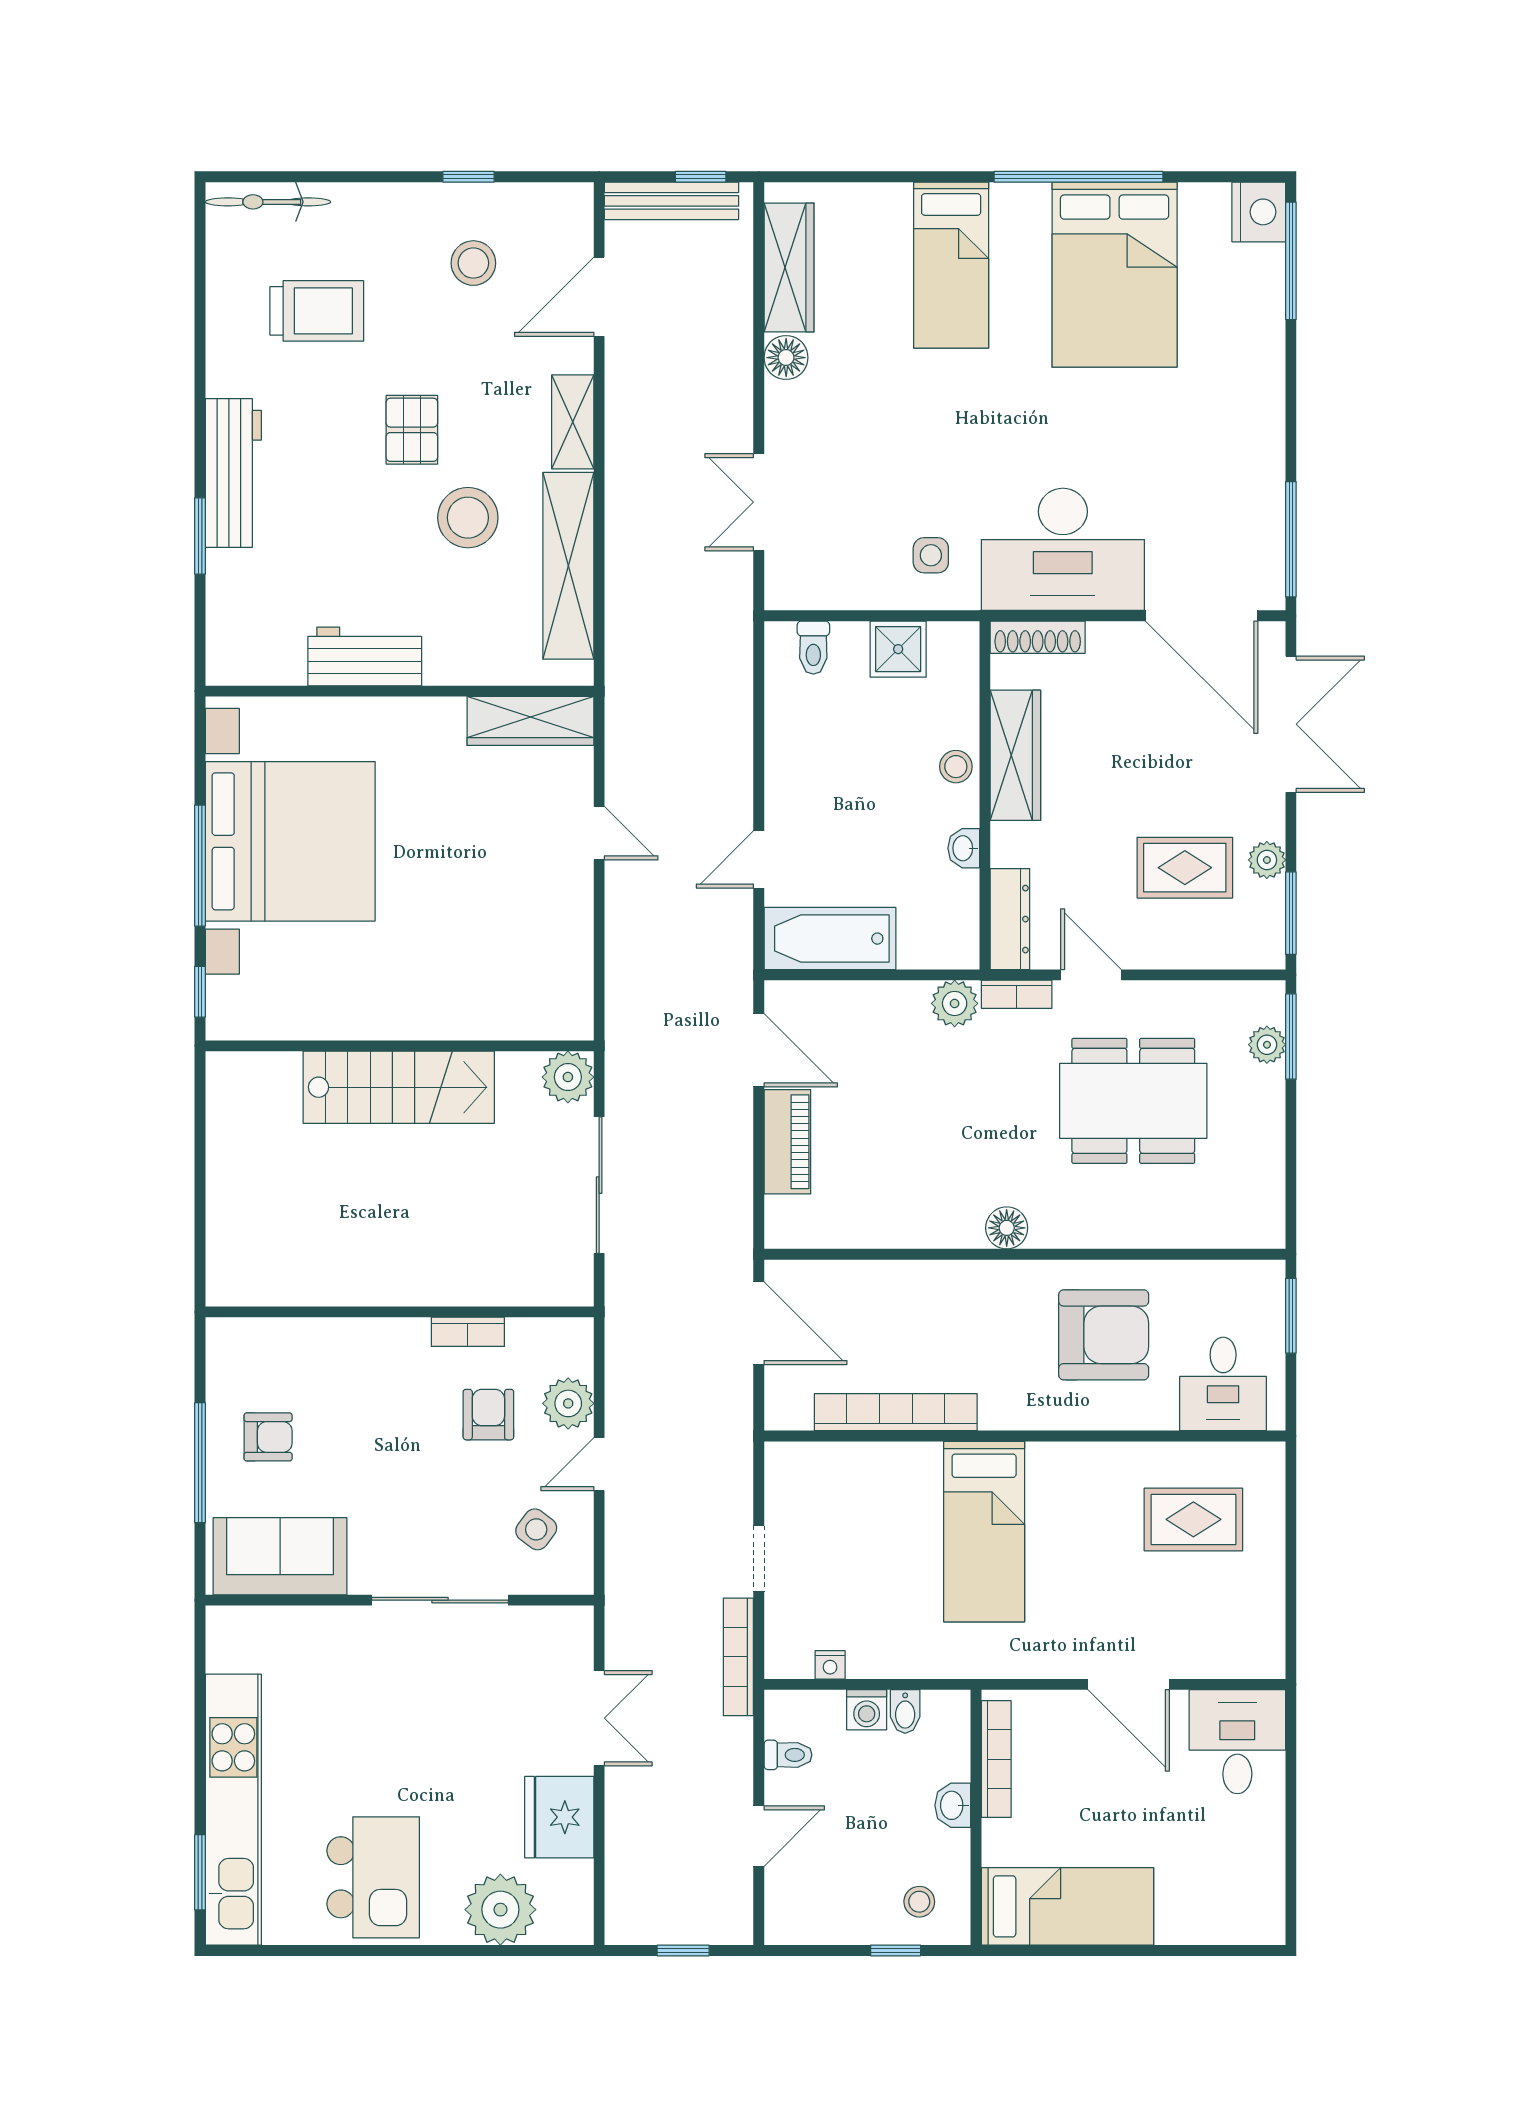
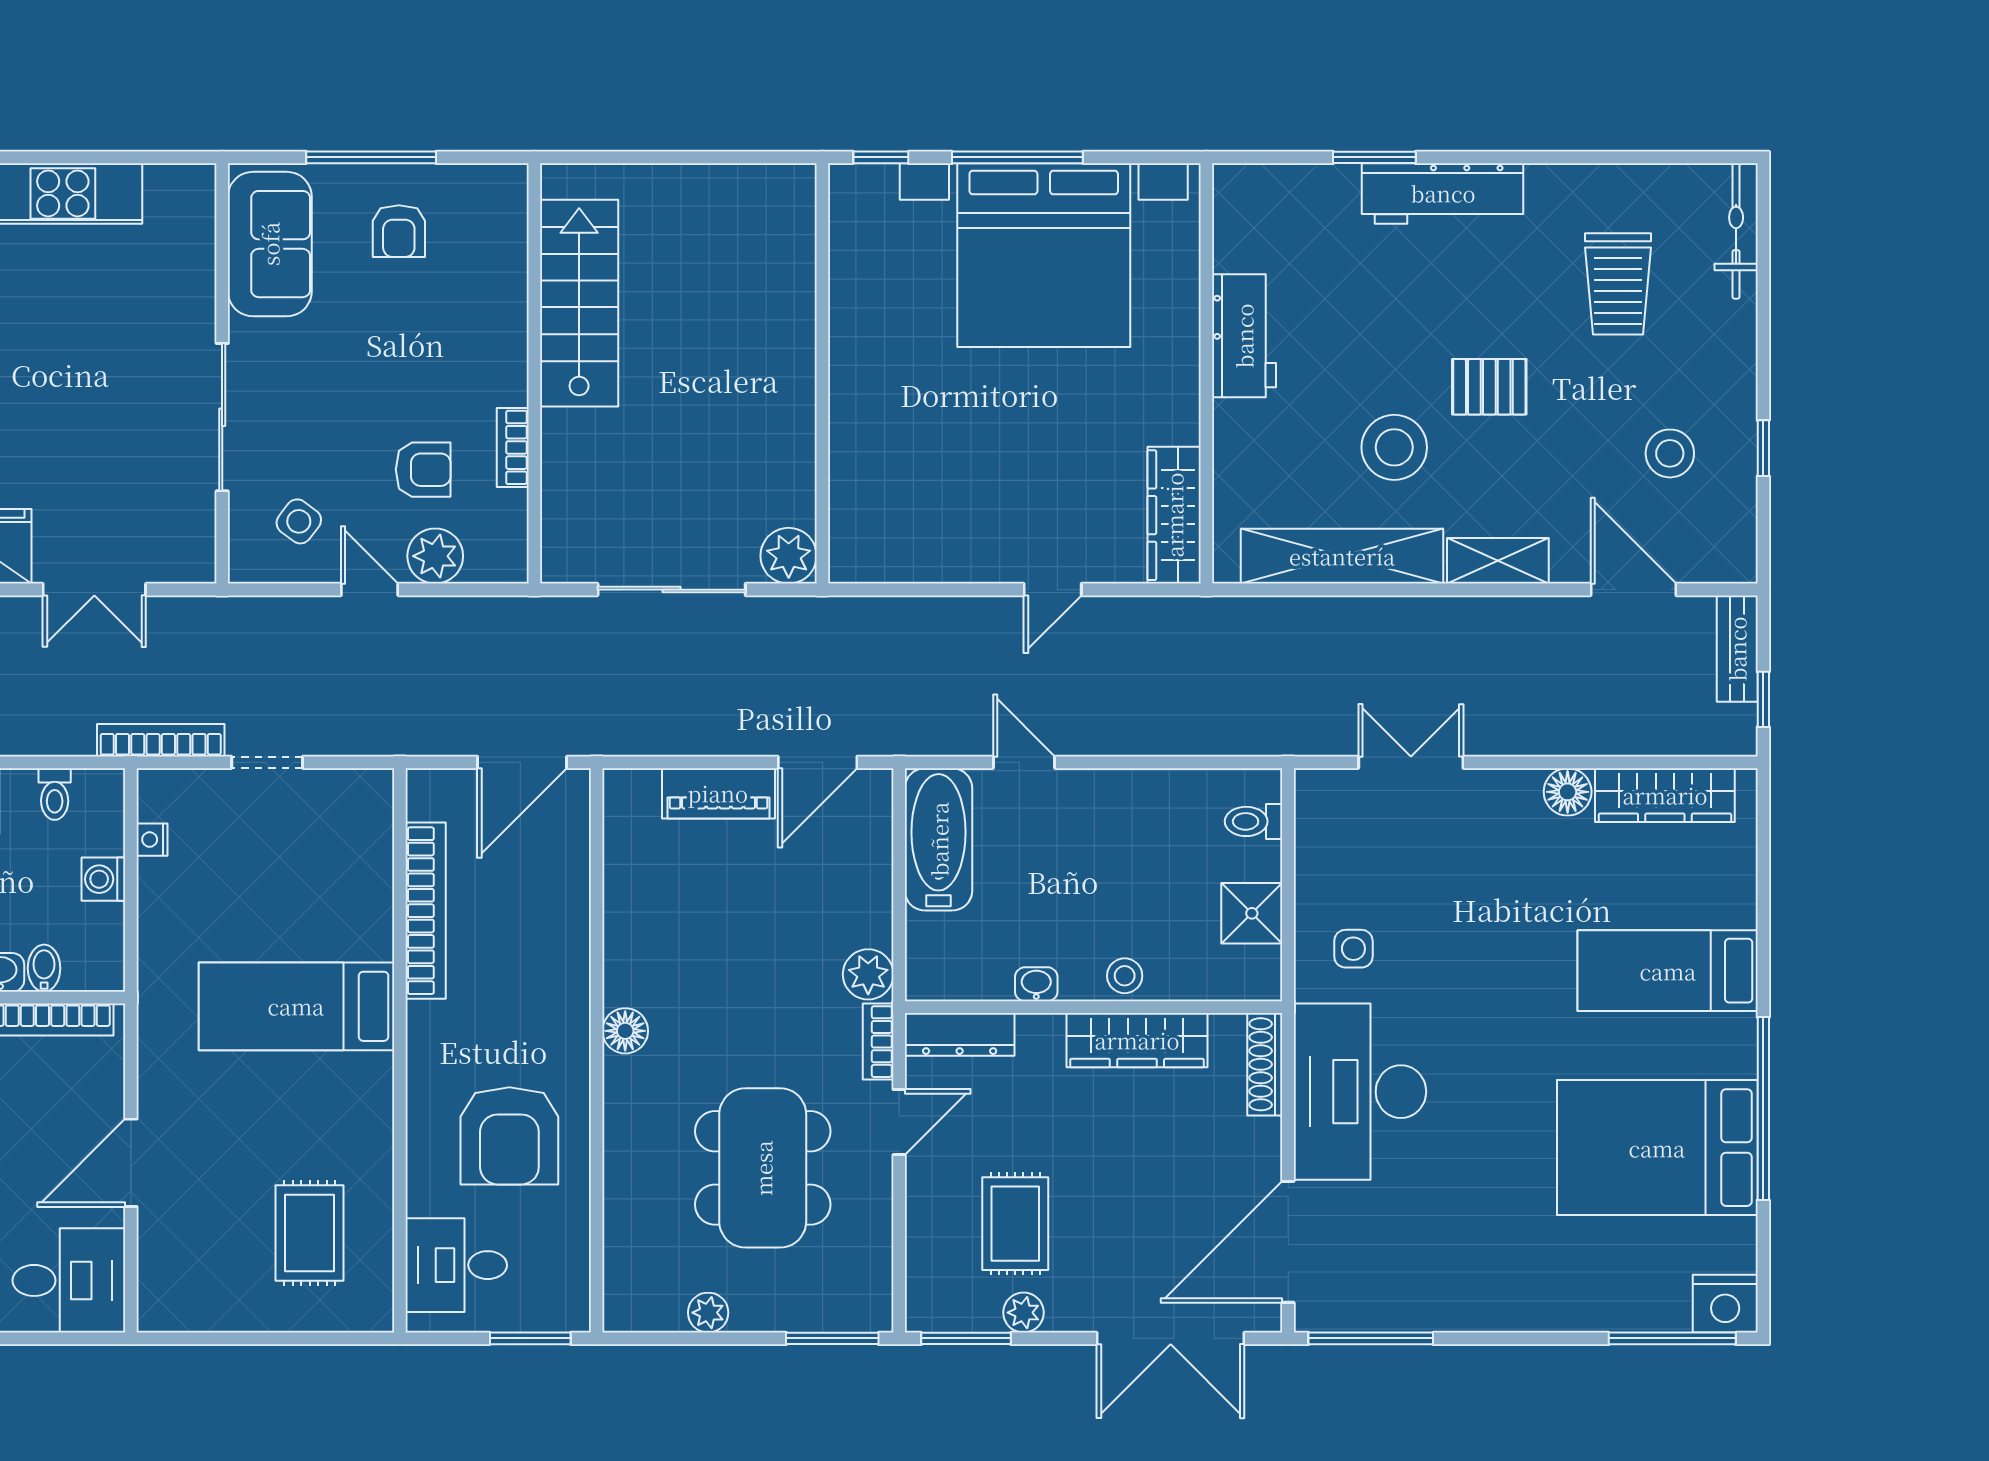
bench: (671, 201) -> (1737, 649), width x0.73
plant: (1267, 1045) -> (708, 1313), moved
stairs: (399, 1087) -> (579, 303), moved, turned 180
bidet: (905, 1712) -> (44, 968), moved, turned 90

